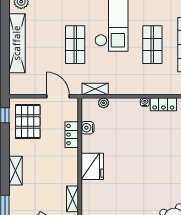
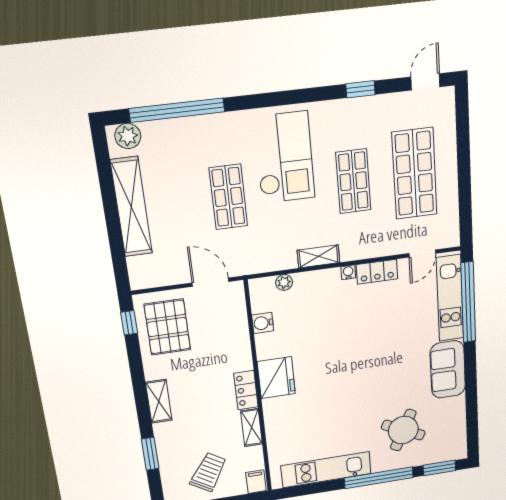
shelving: (95, 89) -> (319, 256), moved
locker: (72, 135) -> (246, 390), moved

